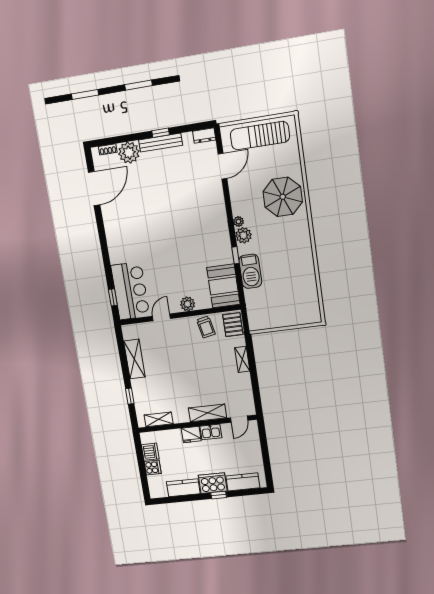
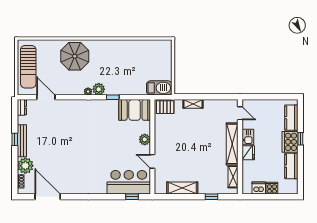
barbecue: (250, 271) -> (159, 88), moved
trolley: (206, 327) -> (164, 128), removed
shelving: (208, 413) -> (232, 144), width x1.47

